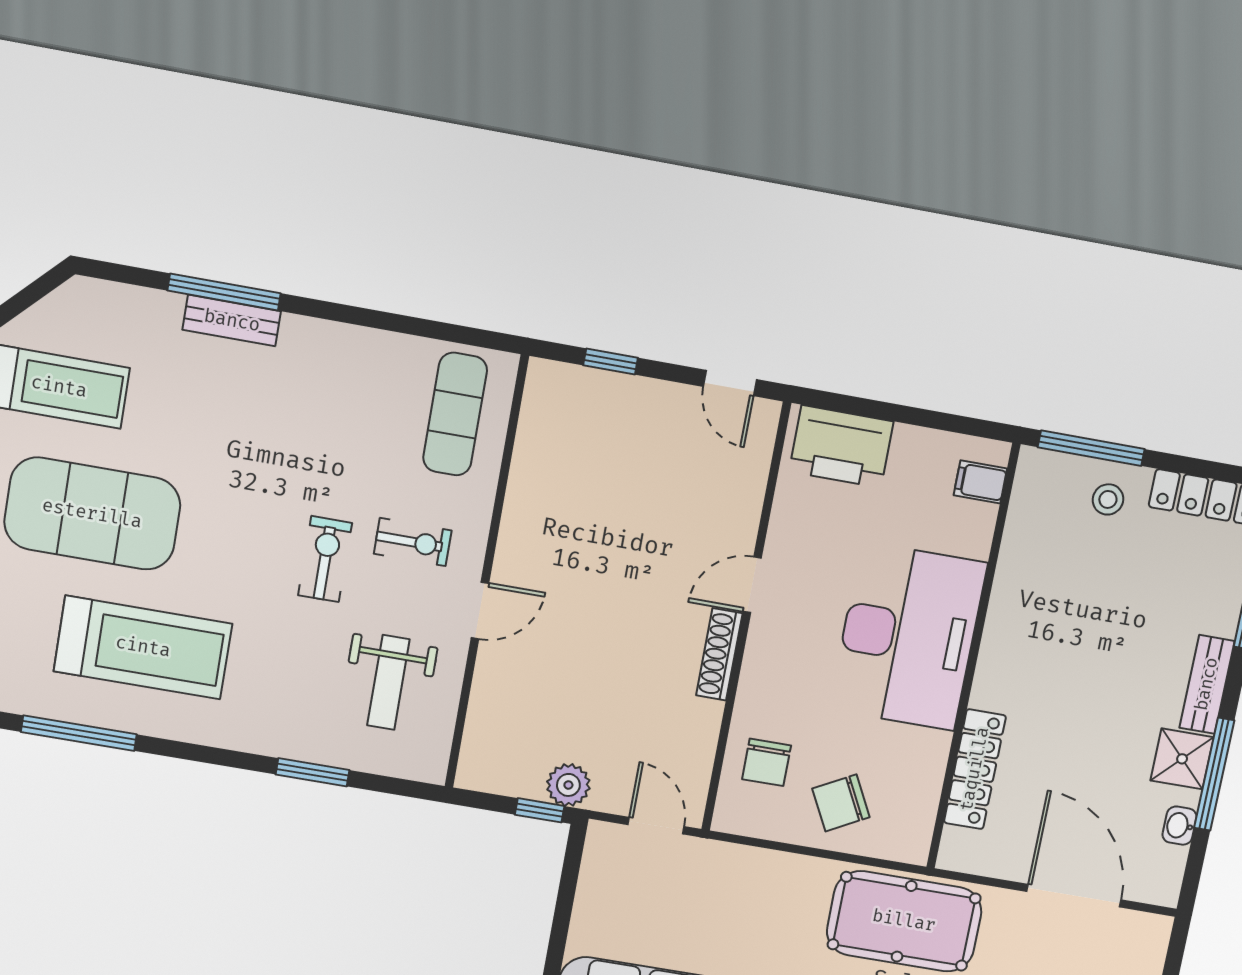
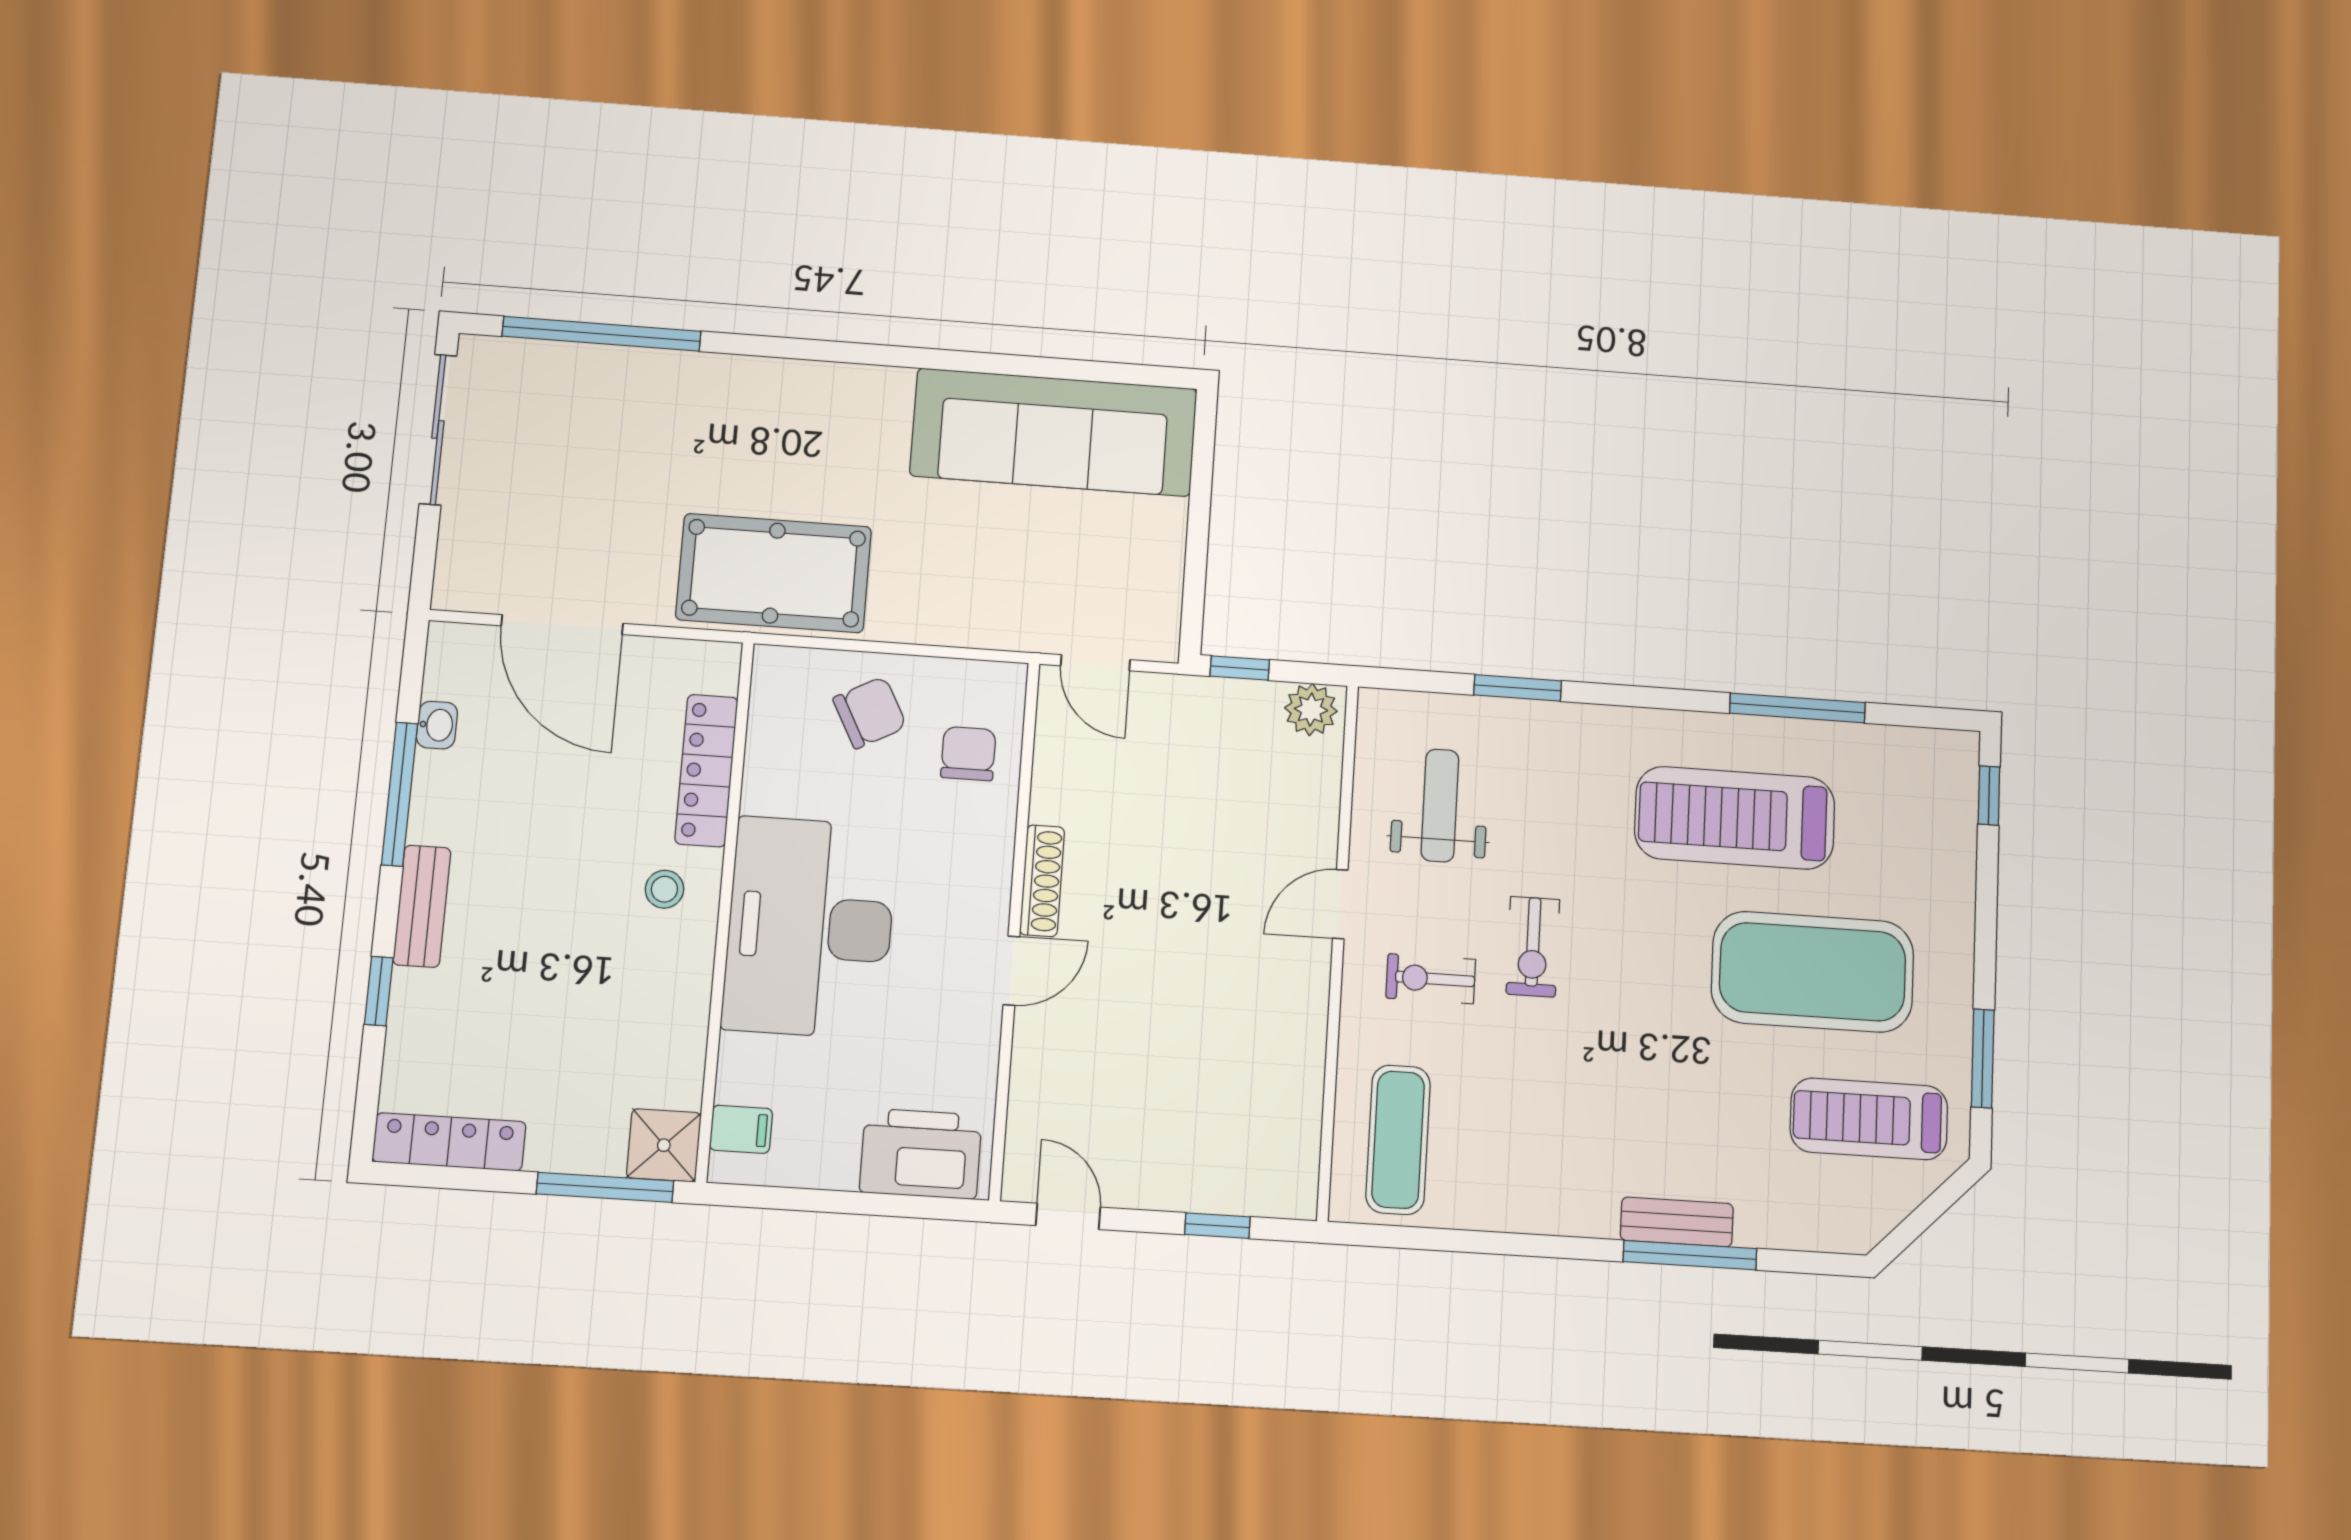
stool: (1108, 499) -> (664, 889), moved
shower: (1182, 759) -> (664, 1145), moved
plant: (568, 785) -> (1311, 710), moved

